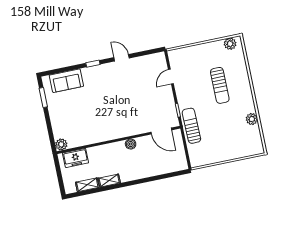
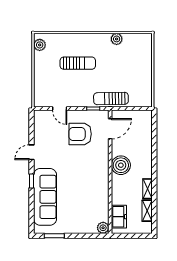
sofa: (66, 81) -> (45, 197), width x1.85, depth x1.27
armchair: (150, 102) -> (80, 134), added
boiler: (131, 144) -> (121, 165), width x1.86, depth x1.86

